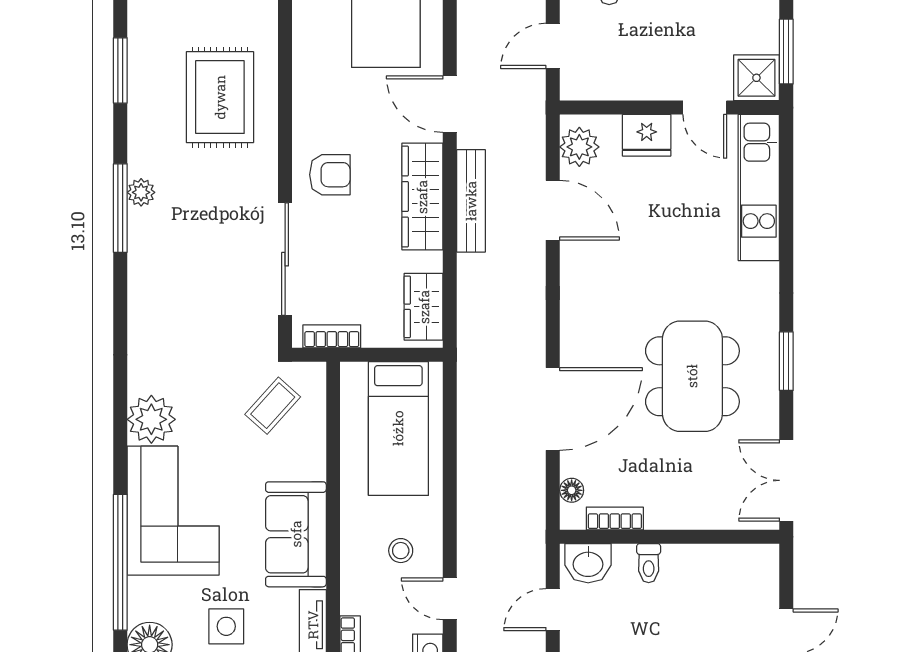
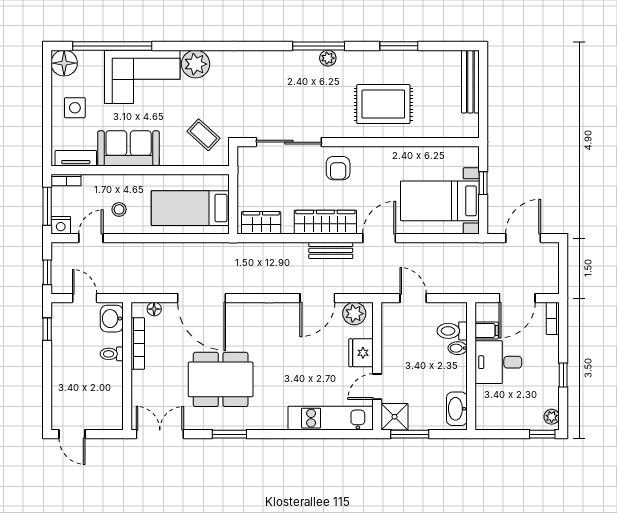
bench: (471, 201) -> (331, 250), width x0.73
bookcase: (332, 336) -> (244, 169), removed
bookcase: (615, 518) -> (138, 344), width x1.56

